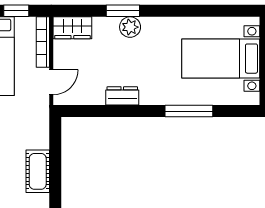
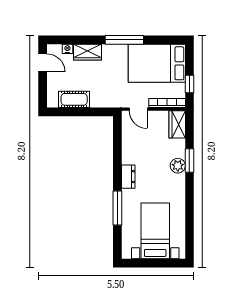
dresser: (122, 96) -> (128, 177), moved

